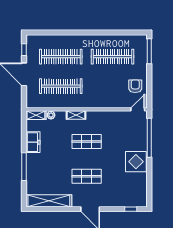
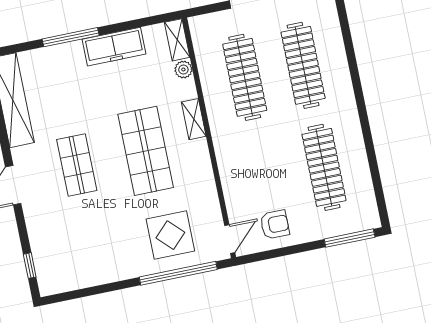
door: (138, 109) -> (230, 239), hinge flipped
shop shelf: (87, 141) -> (146, 151), width x1.43, depth x1.36
freezer: (33, 142) -> (114, 47), width x1.40
display table: (136, 162) -> (170, 235), moved

